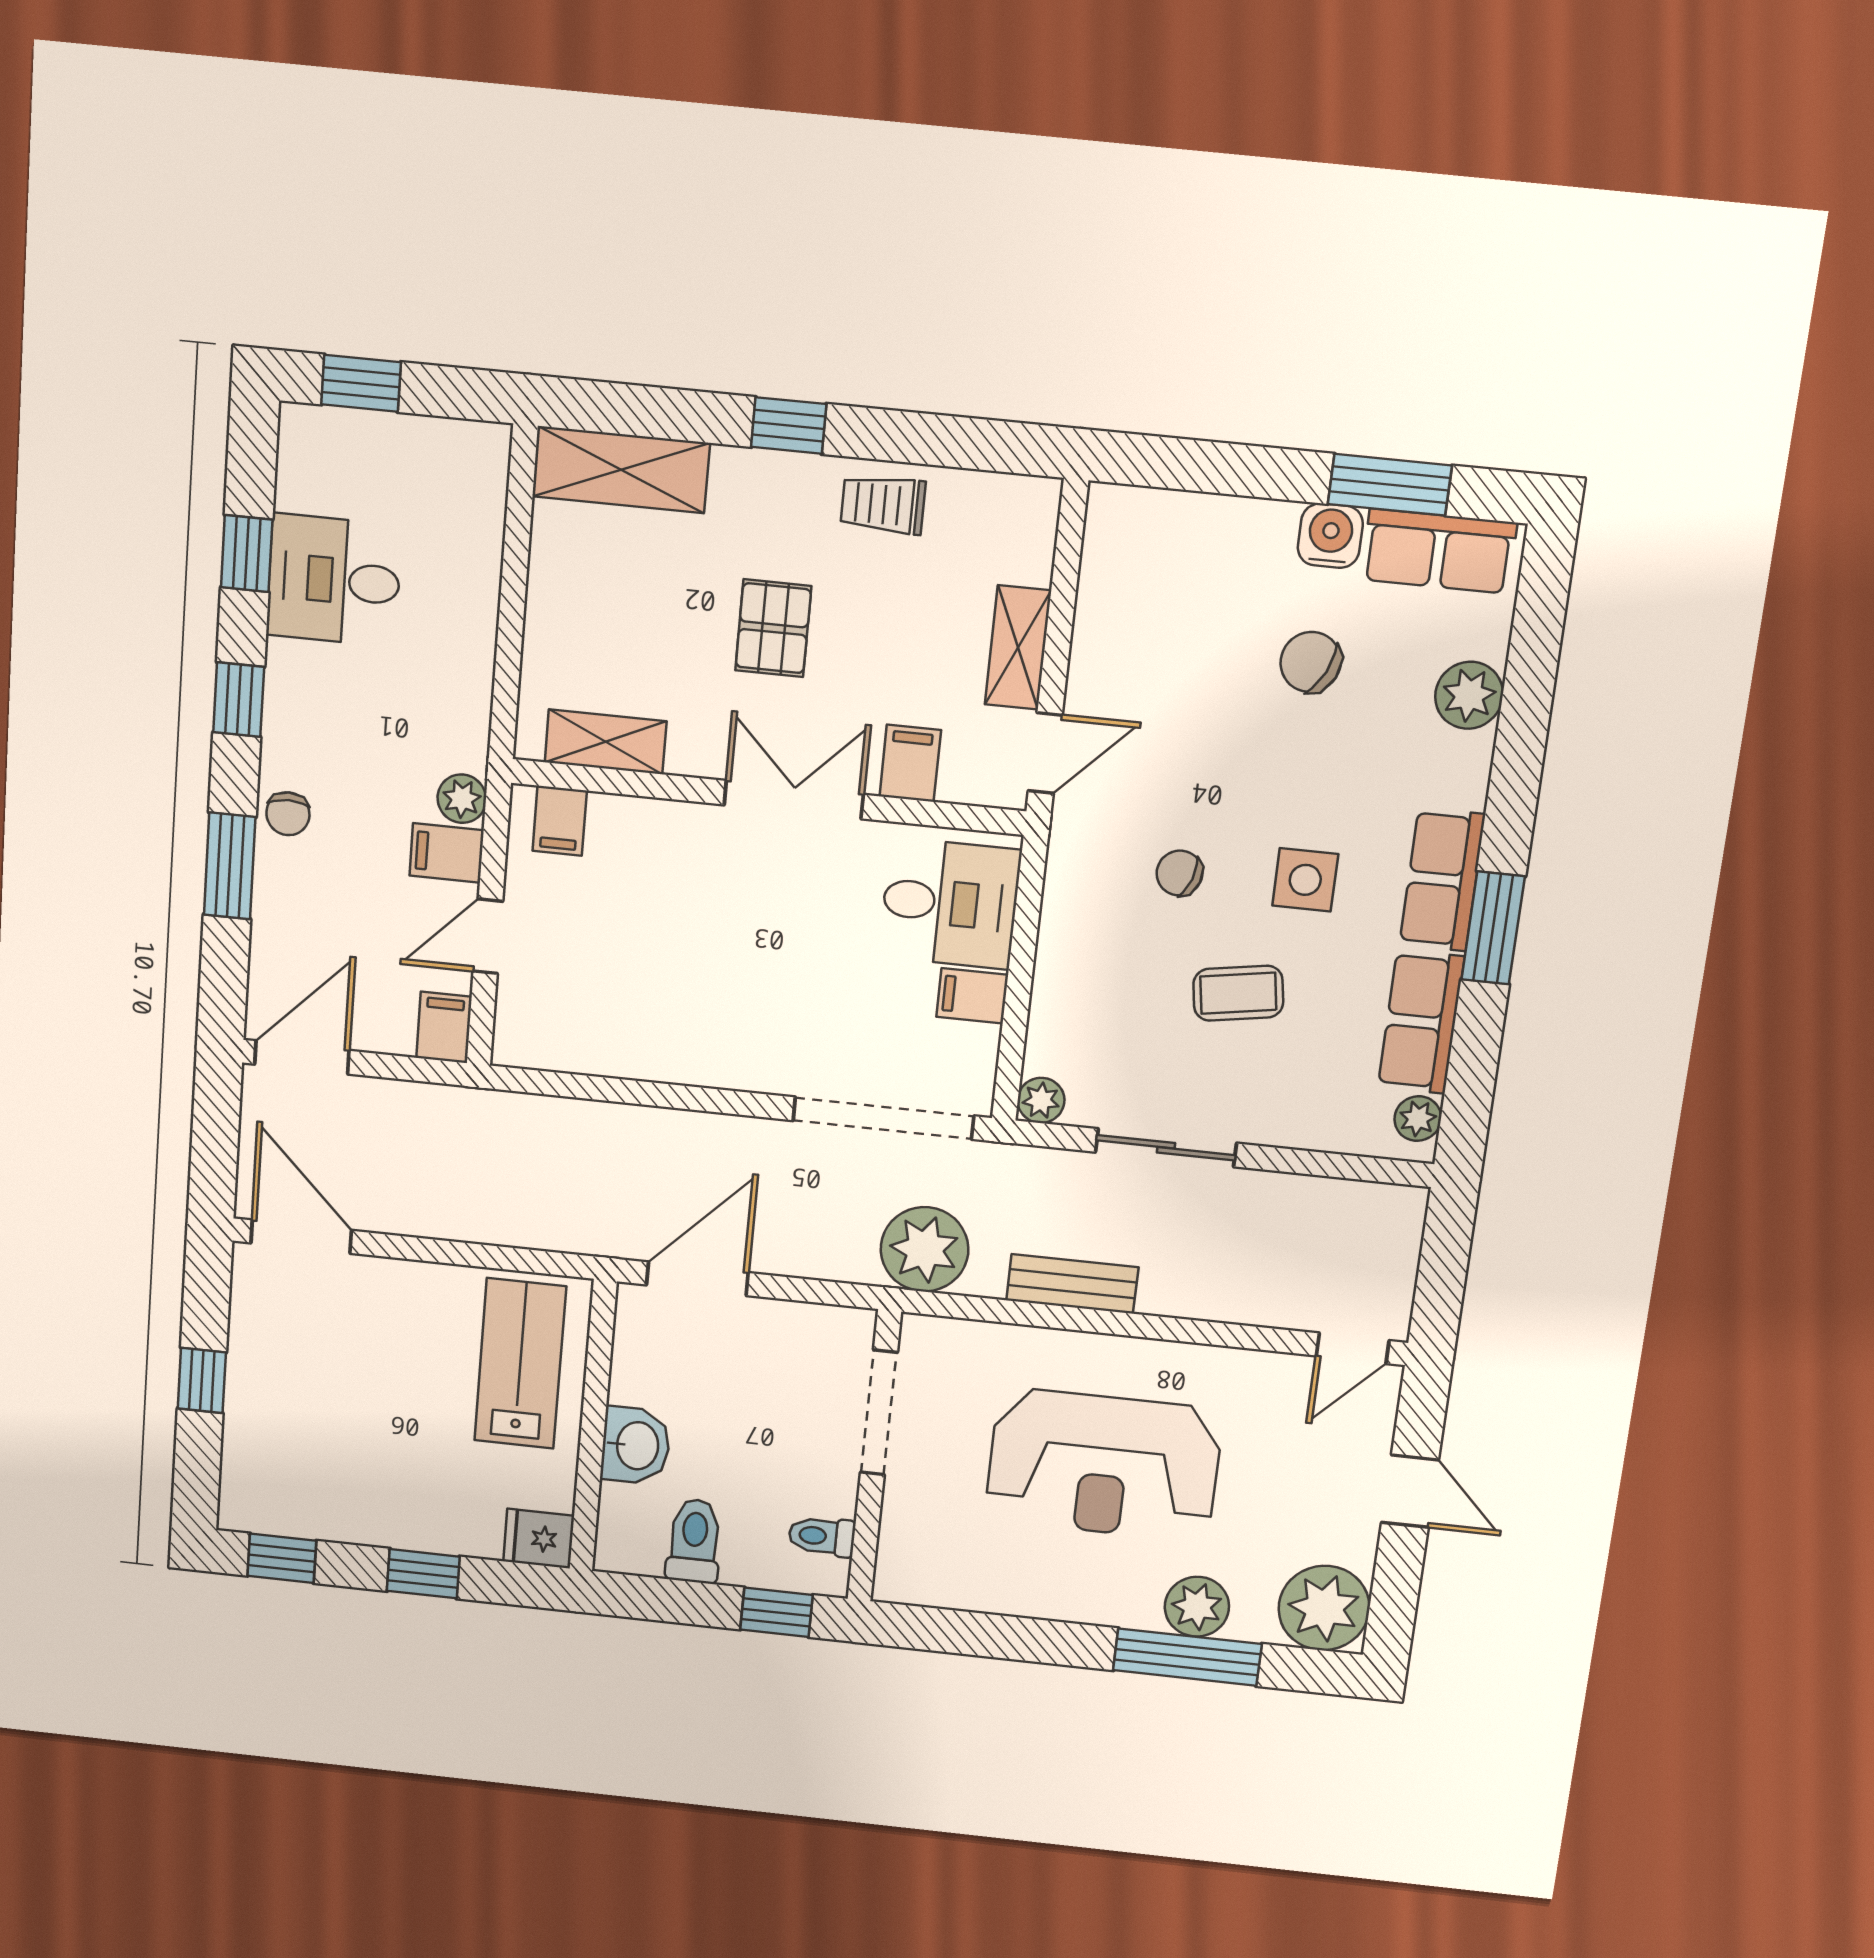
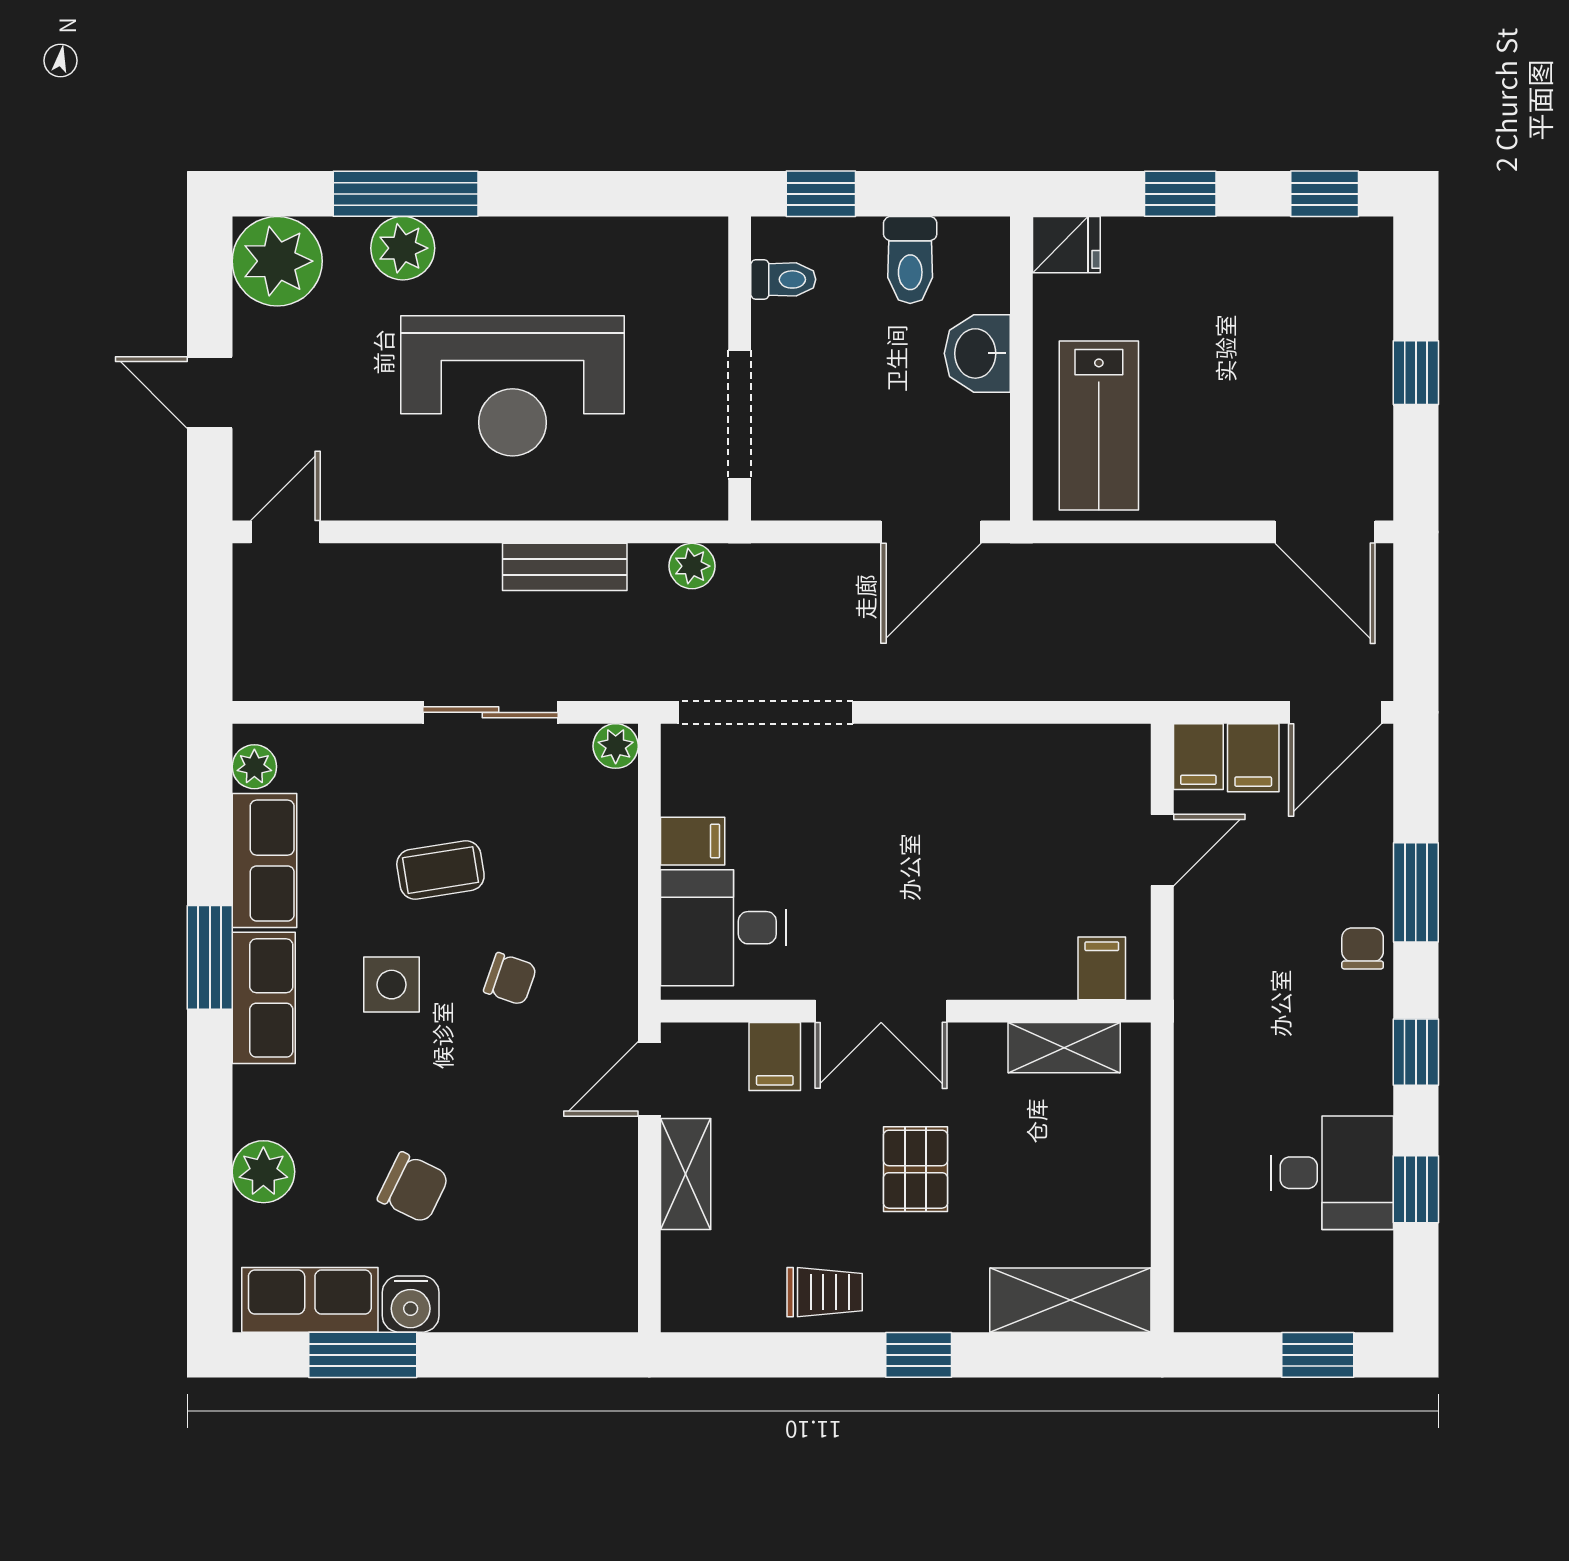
plant: (462, 799) -> (1197, 980), removed
filing cabinet: (447, 853) -> (1253, 758), moved, turned 90
plant: (925, 1249) -> (692, 566), width x0.53, depth x0.53
reception desk: (1104, 1465) -> (513, 386), turned 180

